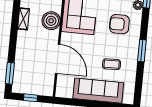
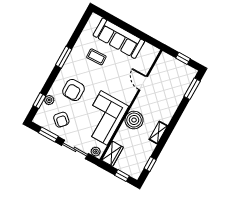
armchair: (119, 24) -> (73, 90), turned 90
door: (58, 59) -> (143, 83), width x0.53

